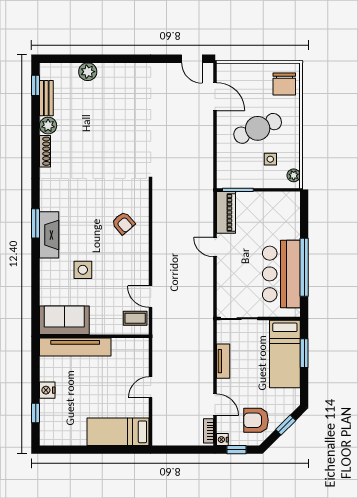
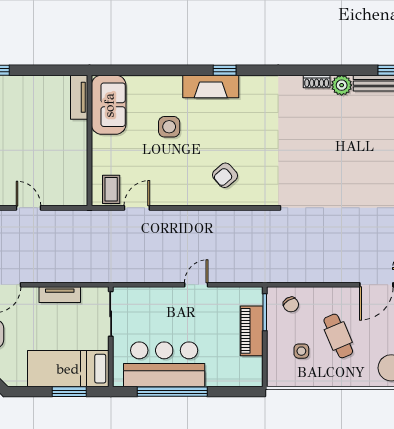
cafe table: (258, 128) -> (338, 336), width x0.73, depth x0.74
shoe rack: (45, 151) -> (317, 81), width x0.70
chair: (231, 168) -> (291, 304), added
plant: (294, 175) -> (282, 379), removed
piano: (226, 212) -> (252, 331), moved, turned 90
window: (36, 223) -> (225, 70), width x0.67
tv unit: (75, 347) -> (79, 97), width x0.52, depth x0.78
nightstand: (47, 390) -> (25, 84), removed

